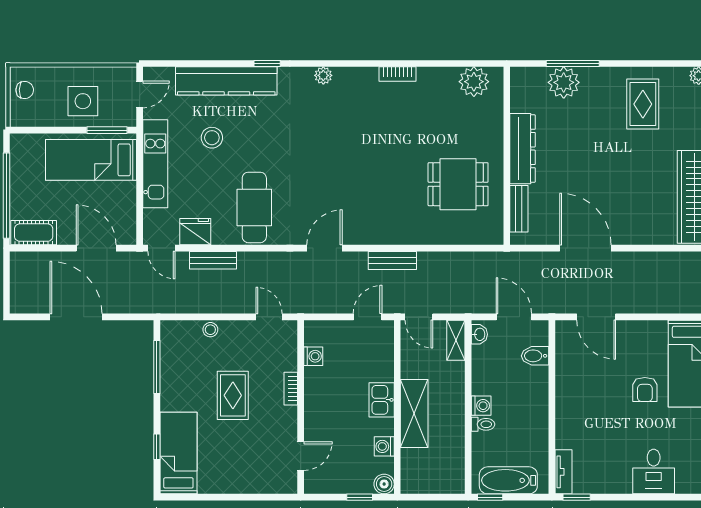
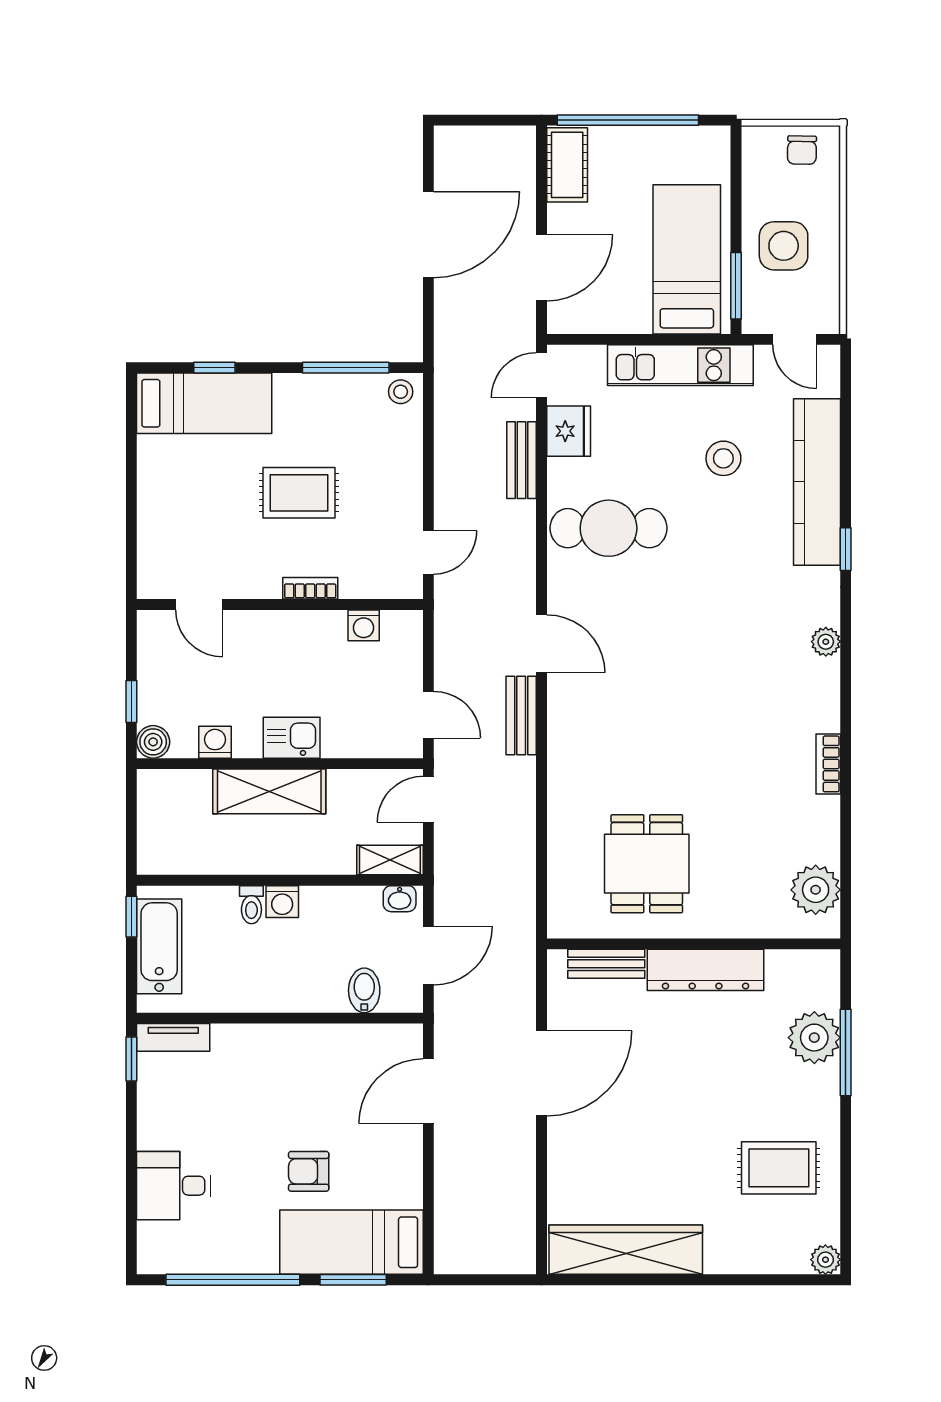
bench: (392, 260) -> (521, 715), moved
stool: (210, 330) -> (401, 392), moved

